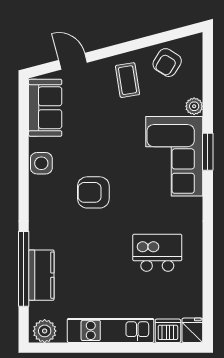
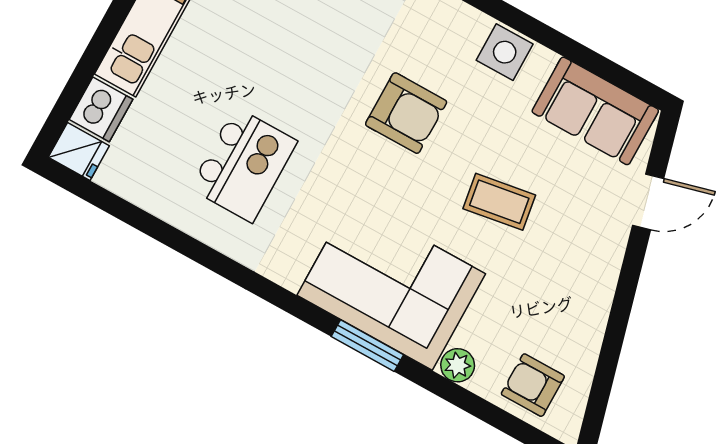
armchair: (167, 63) -> (533, 385), moved, turned -32
coffee table: (128, 80) -> (499, 202), moved
armchair: (93, 192) -> (406, 113), turned 90

